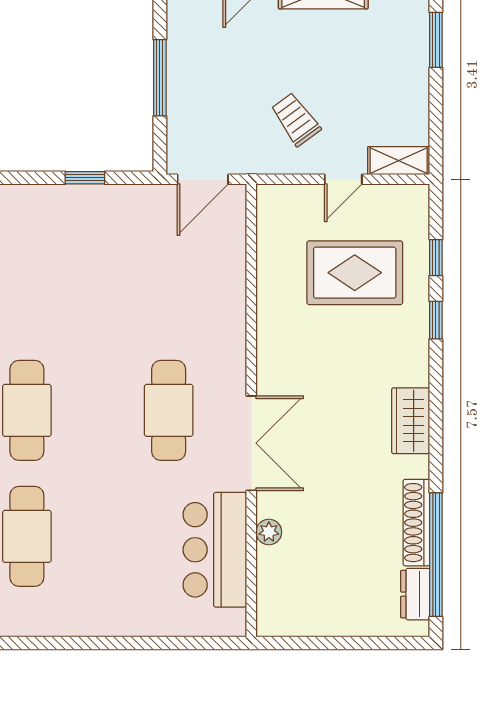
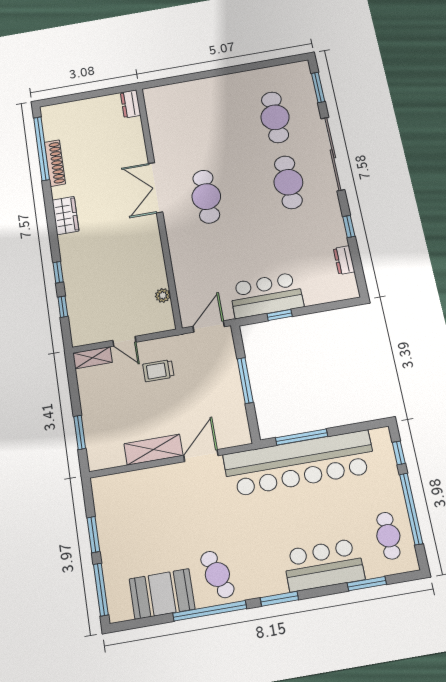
trolley: (296, 119) -> (158, 371), turned 126
door: (343, 179) -> (124, 341), swing flipped
rug: (355, 273) -> (110, 290), removed
plant: (269, 532) -> (163, 295), moved
bar counter: (215, 550) -> (266, 295), moved, turned -90
dresser: (415, 594) -> (131, 104), moved, turned 180

